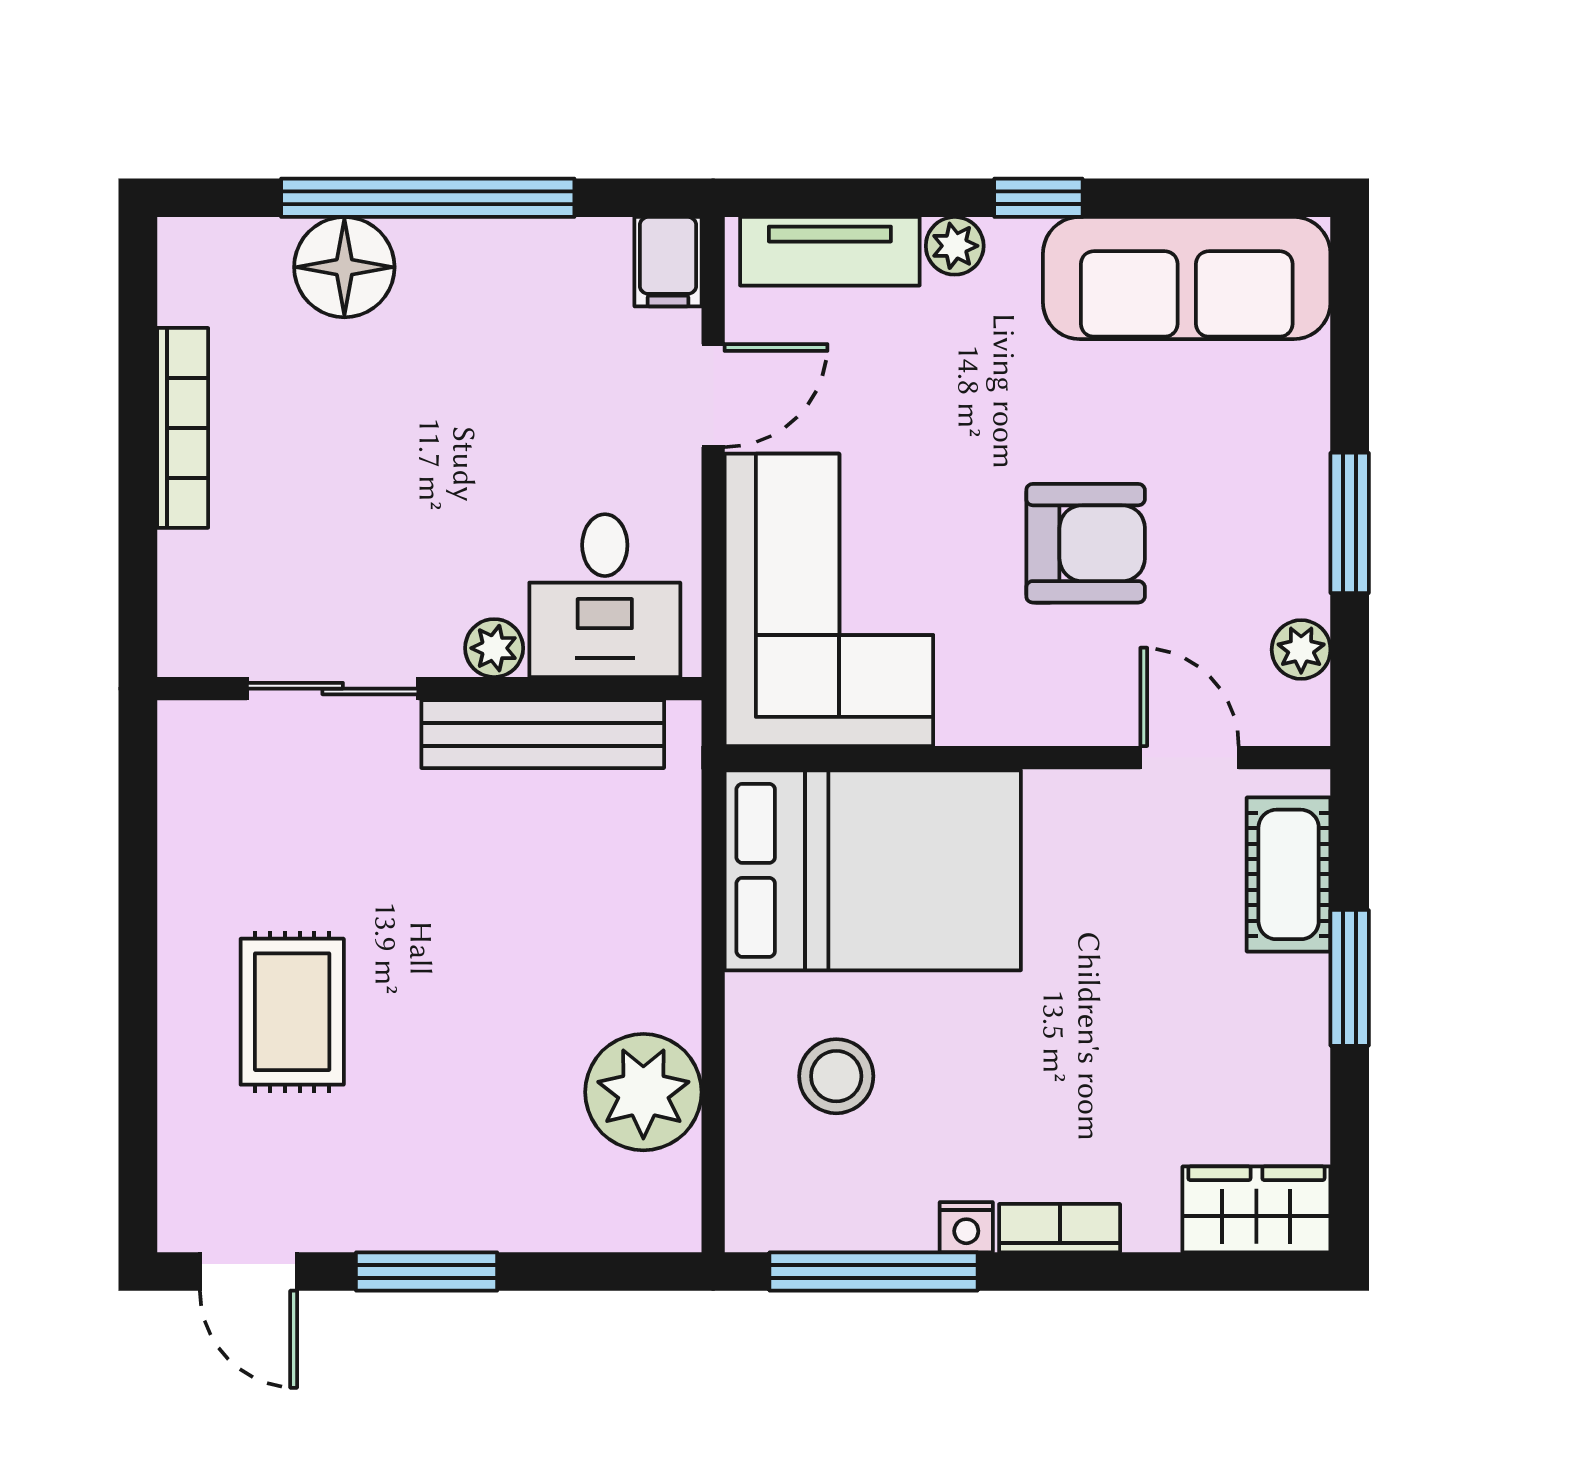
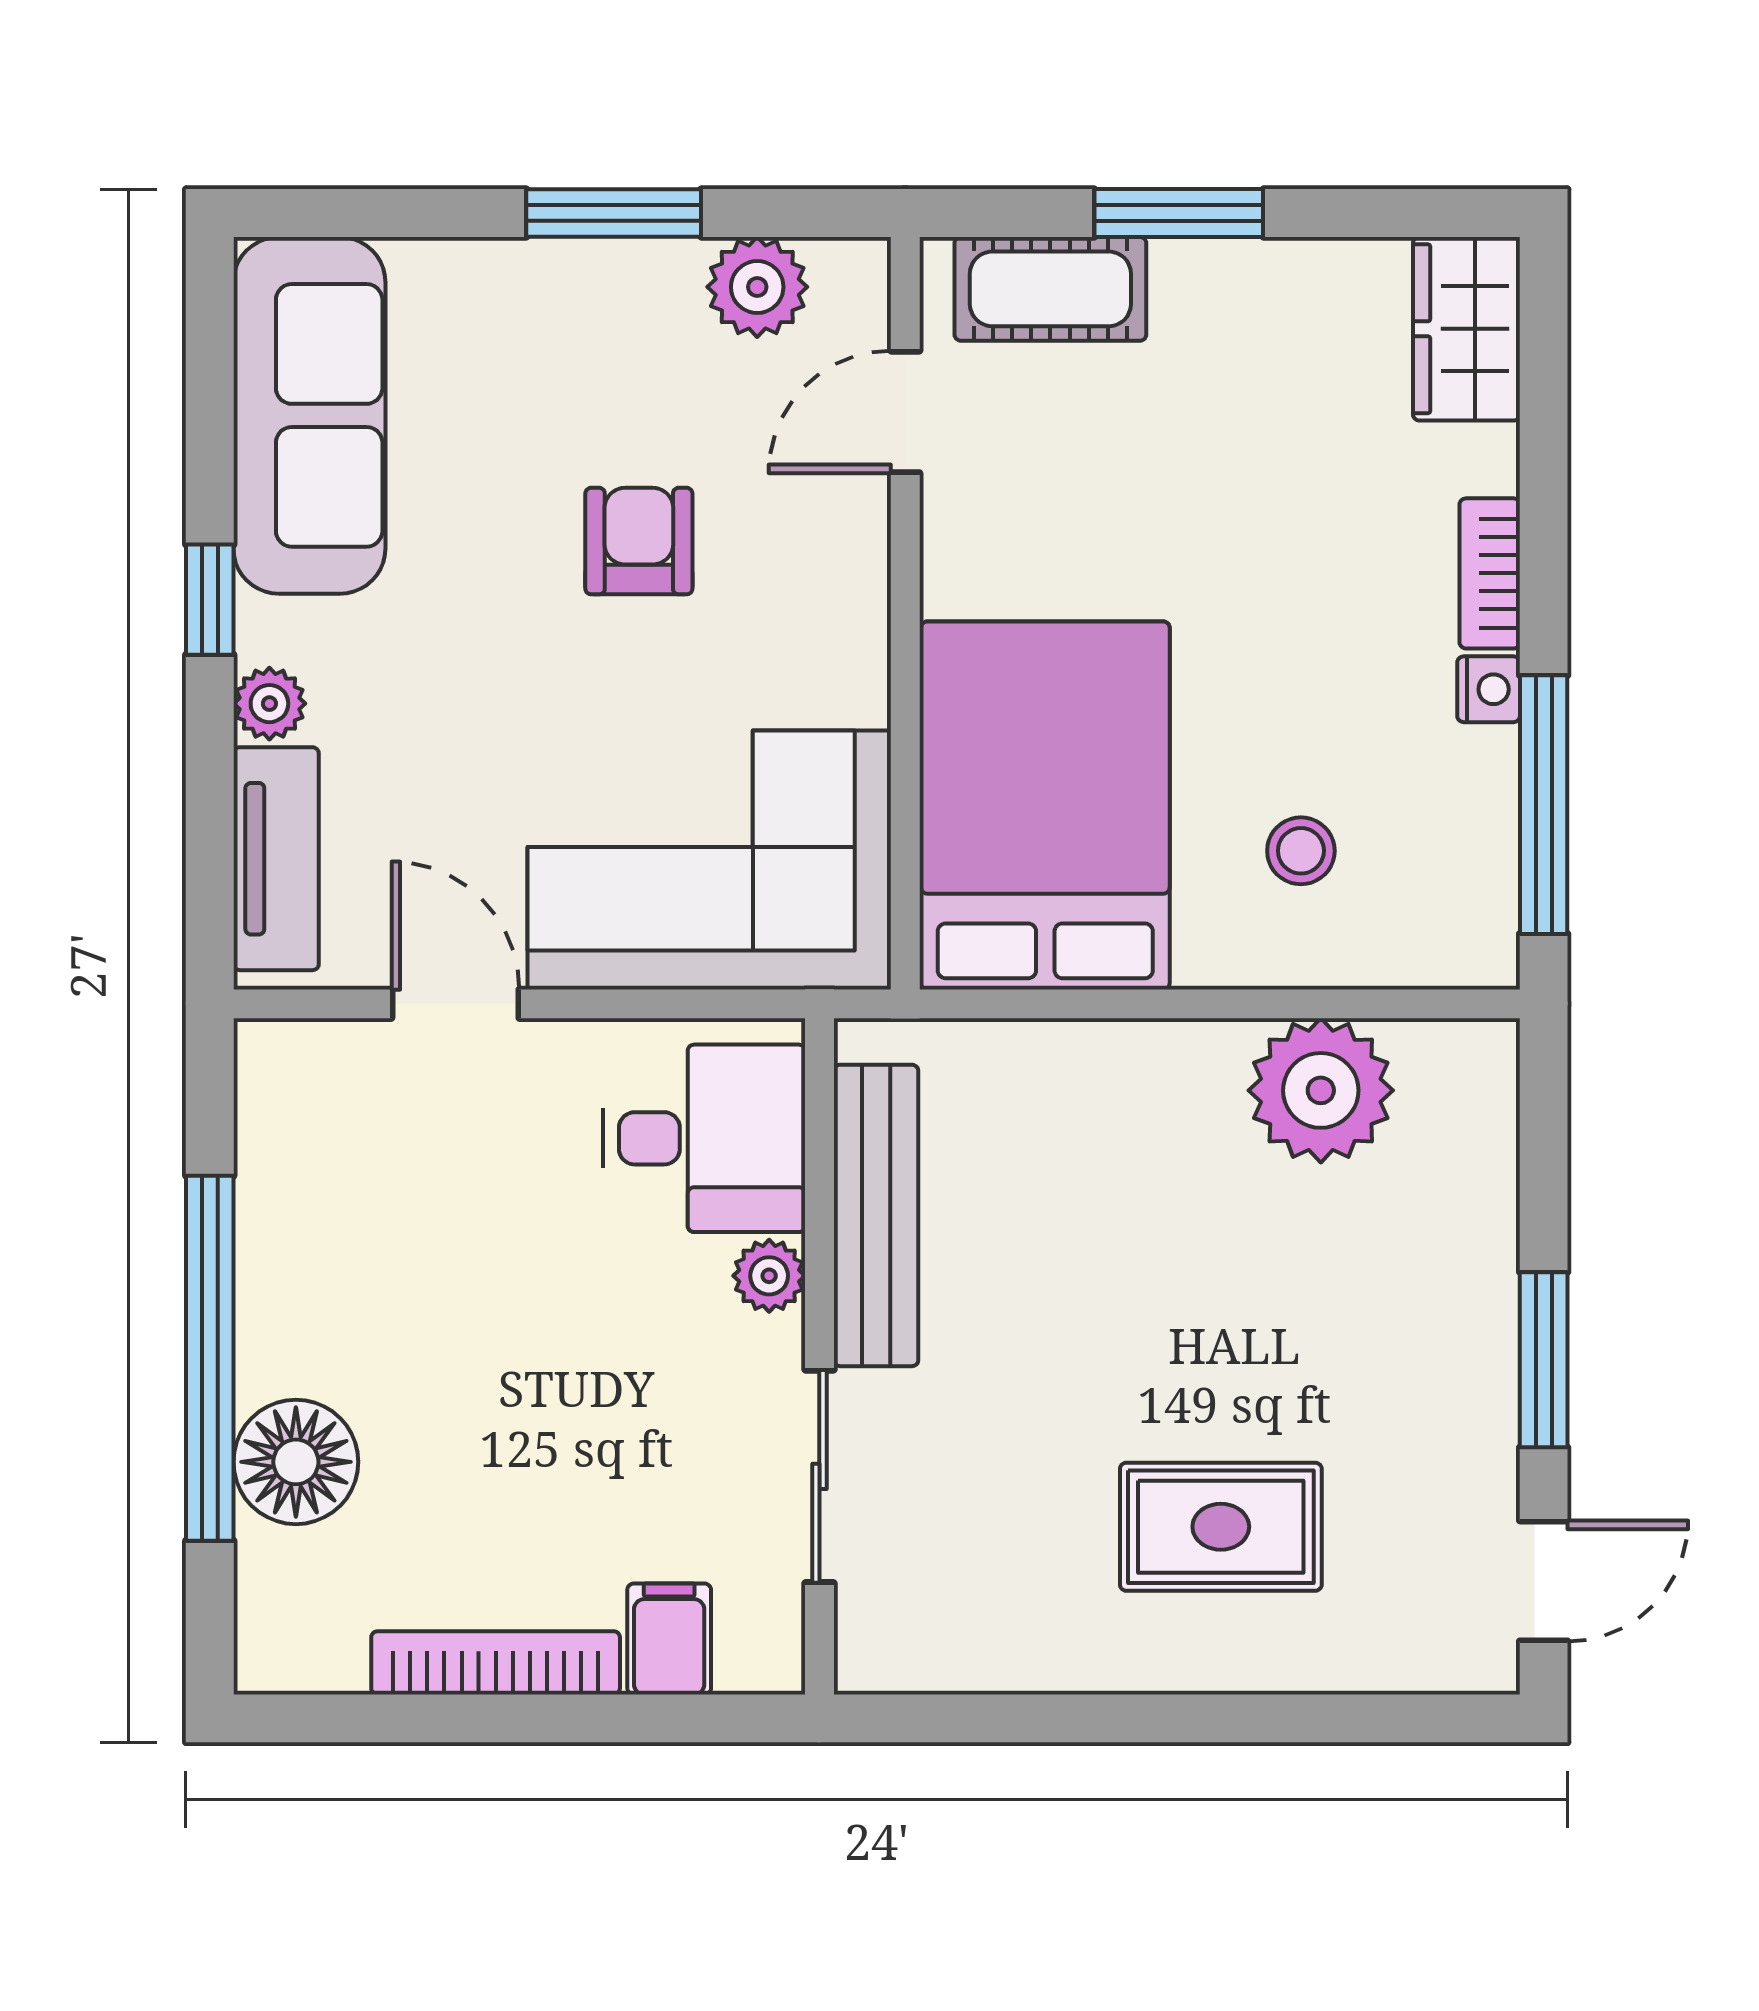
filing cabinet: (668, 262) -> (669, 1639), moved, turned -90
armchair: (1086, 543) -> (639, 541), width x0.72, depth x0.72
plant: (1301, 650) -> (757, 287), width x1.38, depth x1.38
stool: (836, 1076) -> (1301, 851), width x0.73, depth x0.73

